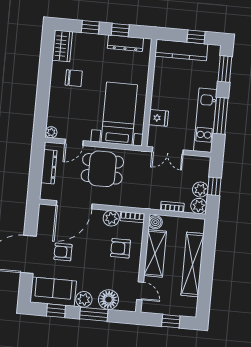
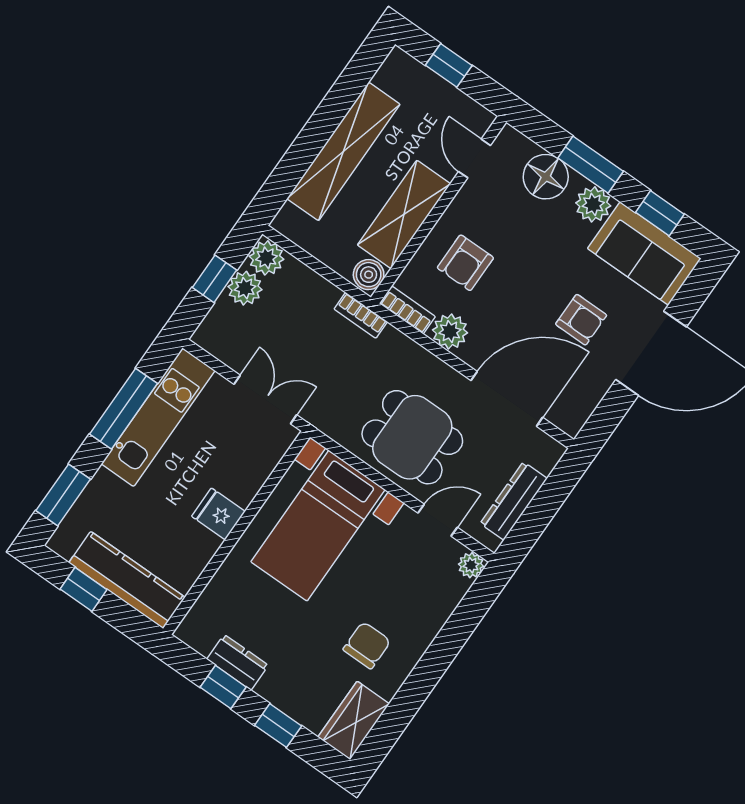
dresser: (125, 43) -> (238, 662), width x0.70
chair: (74, 78) -> (367, 645), turned 90
fridge: (159, 118) -> (218, 514), moved
bookcase: (172, 207) -> (361, 315), moved
armchair: (120, 248) -> (465, 263), turned 90

